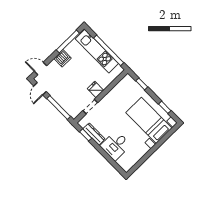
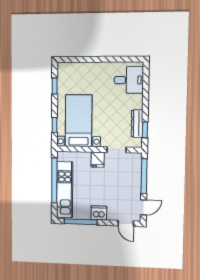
bed with nightstands: (149, 120) -> (79, 121), moved, turned 180
desk: (116, 145) -> (129, 80), moved

